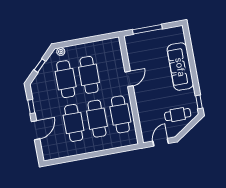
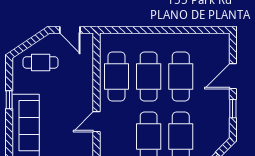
window: (199, 102) -> (9, 100), moved
door: (161, 142) -> (70, 30), hinge flipped

